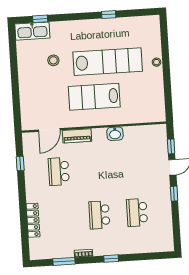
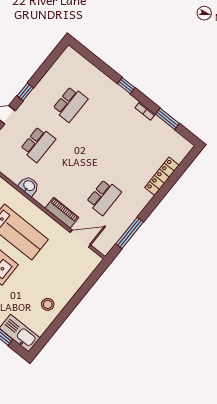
stool: (53, 60) -> (48, 304), moved
window: (20, 163) -> (130, 233), width x2.17
school desk: (99, 215) -> (38, 144), moved

